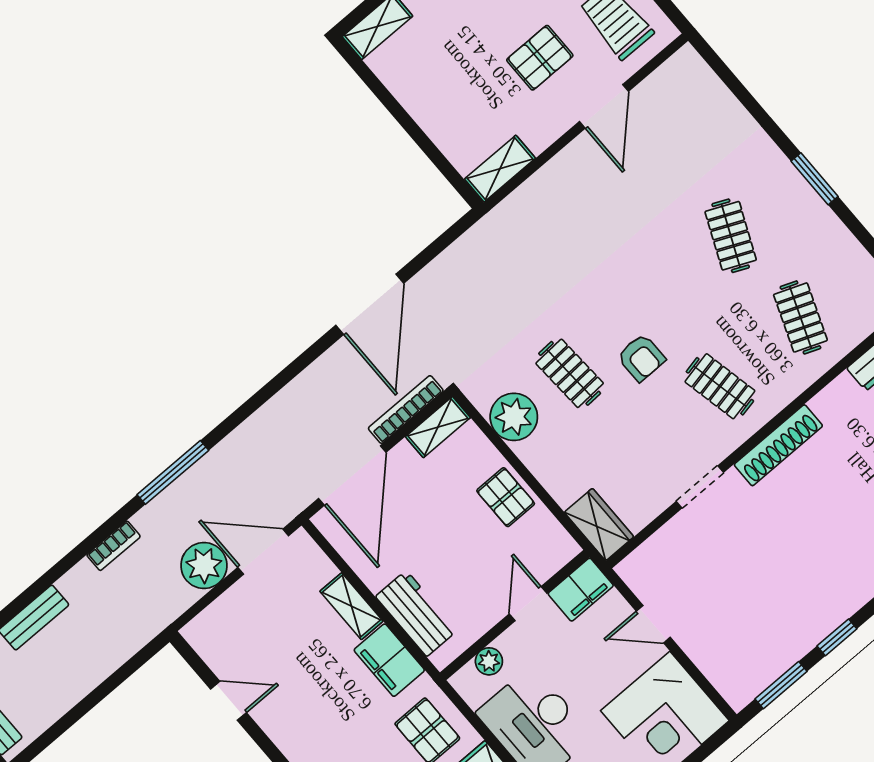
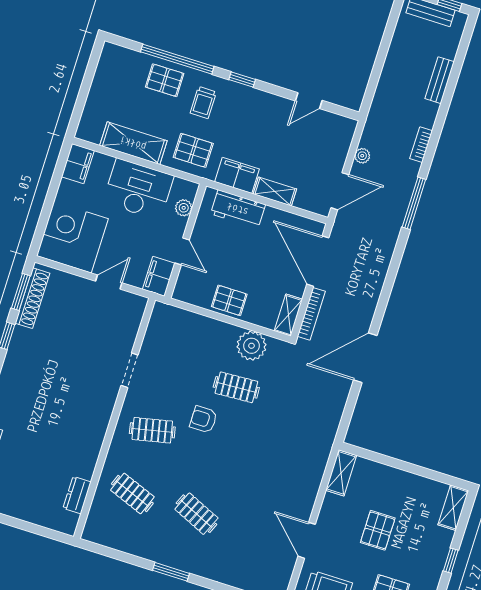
pallet: (540, 58) -> (378, 530), moved
door: (370, 304) -> (365, 358), hinge flipped
shoe rack: (778, 445) -> (33, 298), moved, turned 180
wardrobe: (599, 524) -> (171, 317), removed
plant: (204, 566) -> (362, 156), width x0.53, depth x0.53

